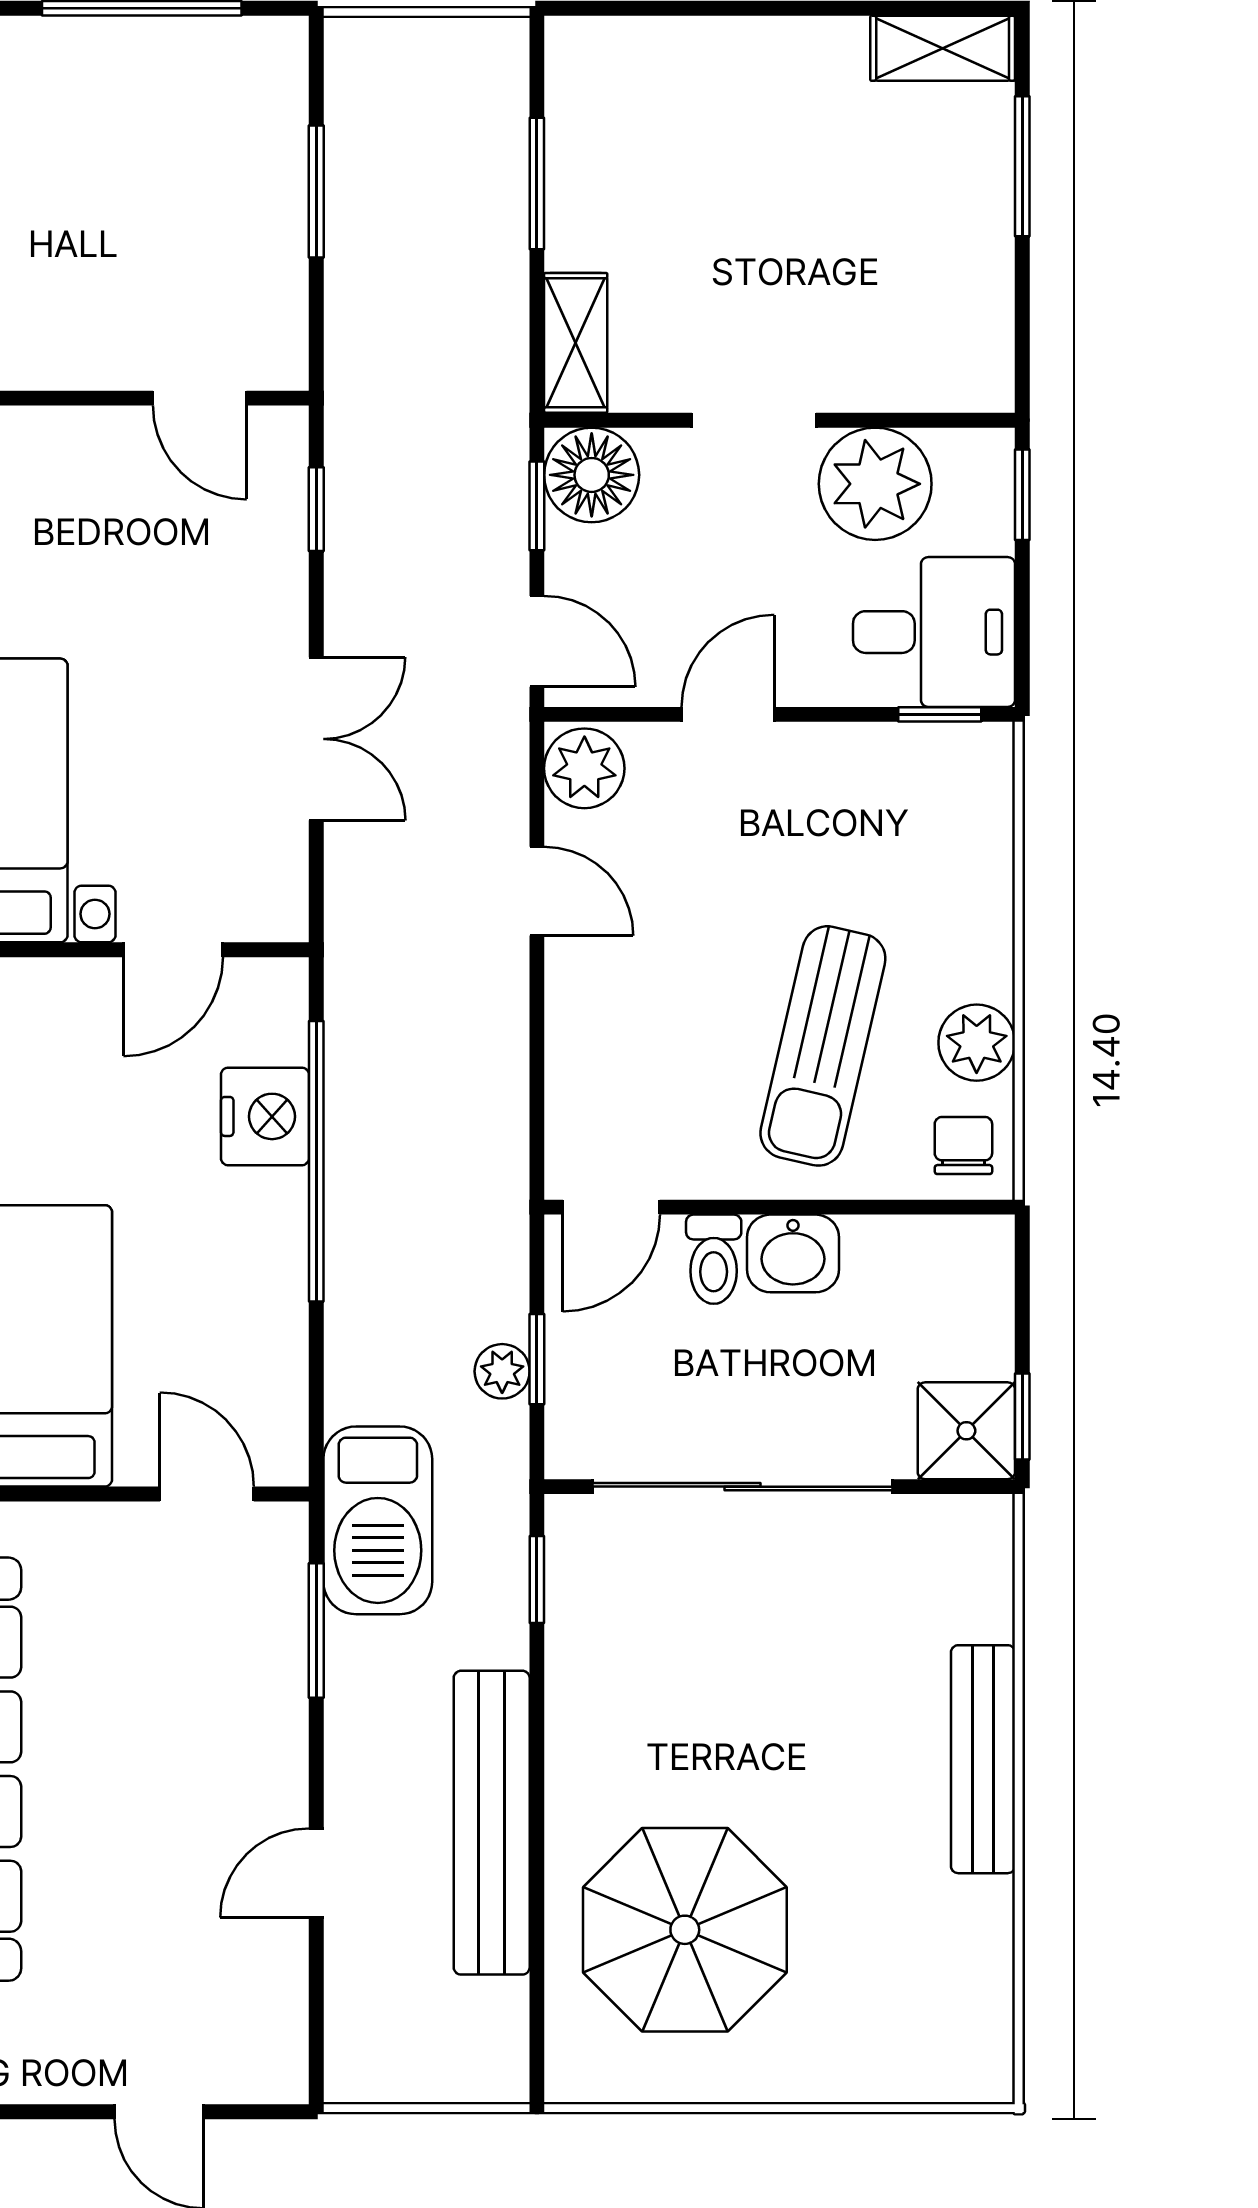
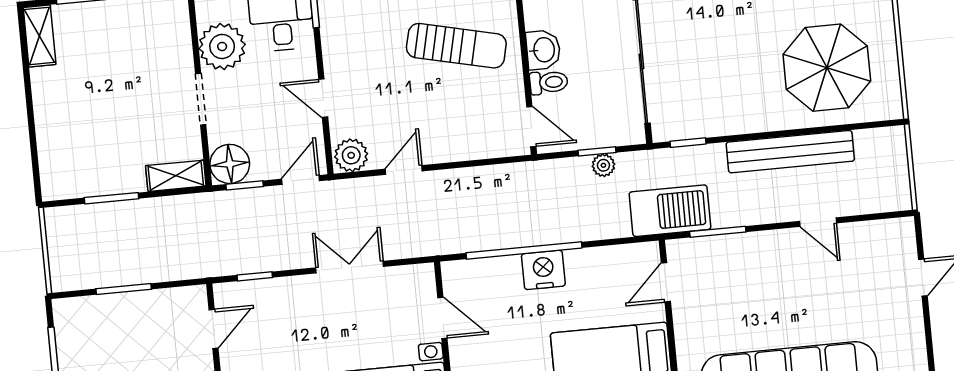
nightstand: (265, 1116) -> (543, 270), moved

